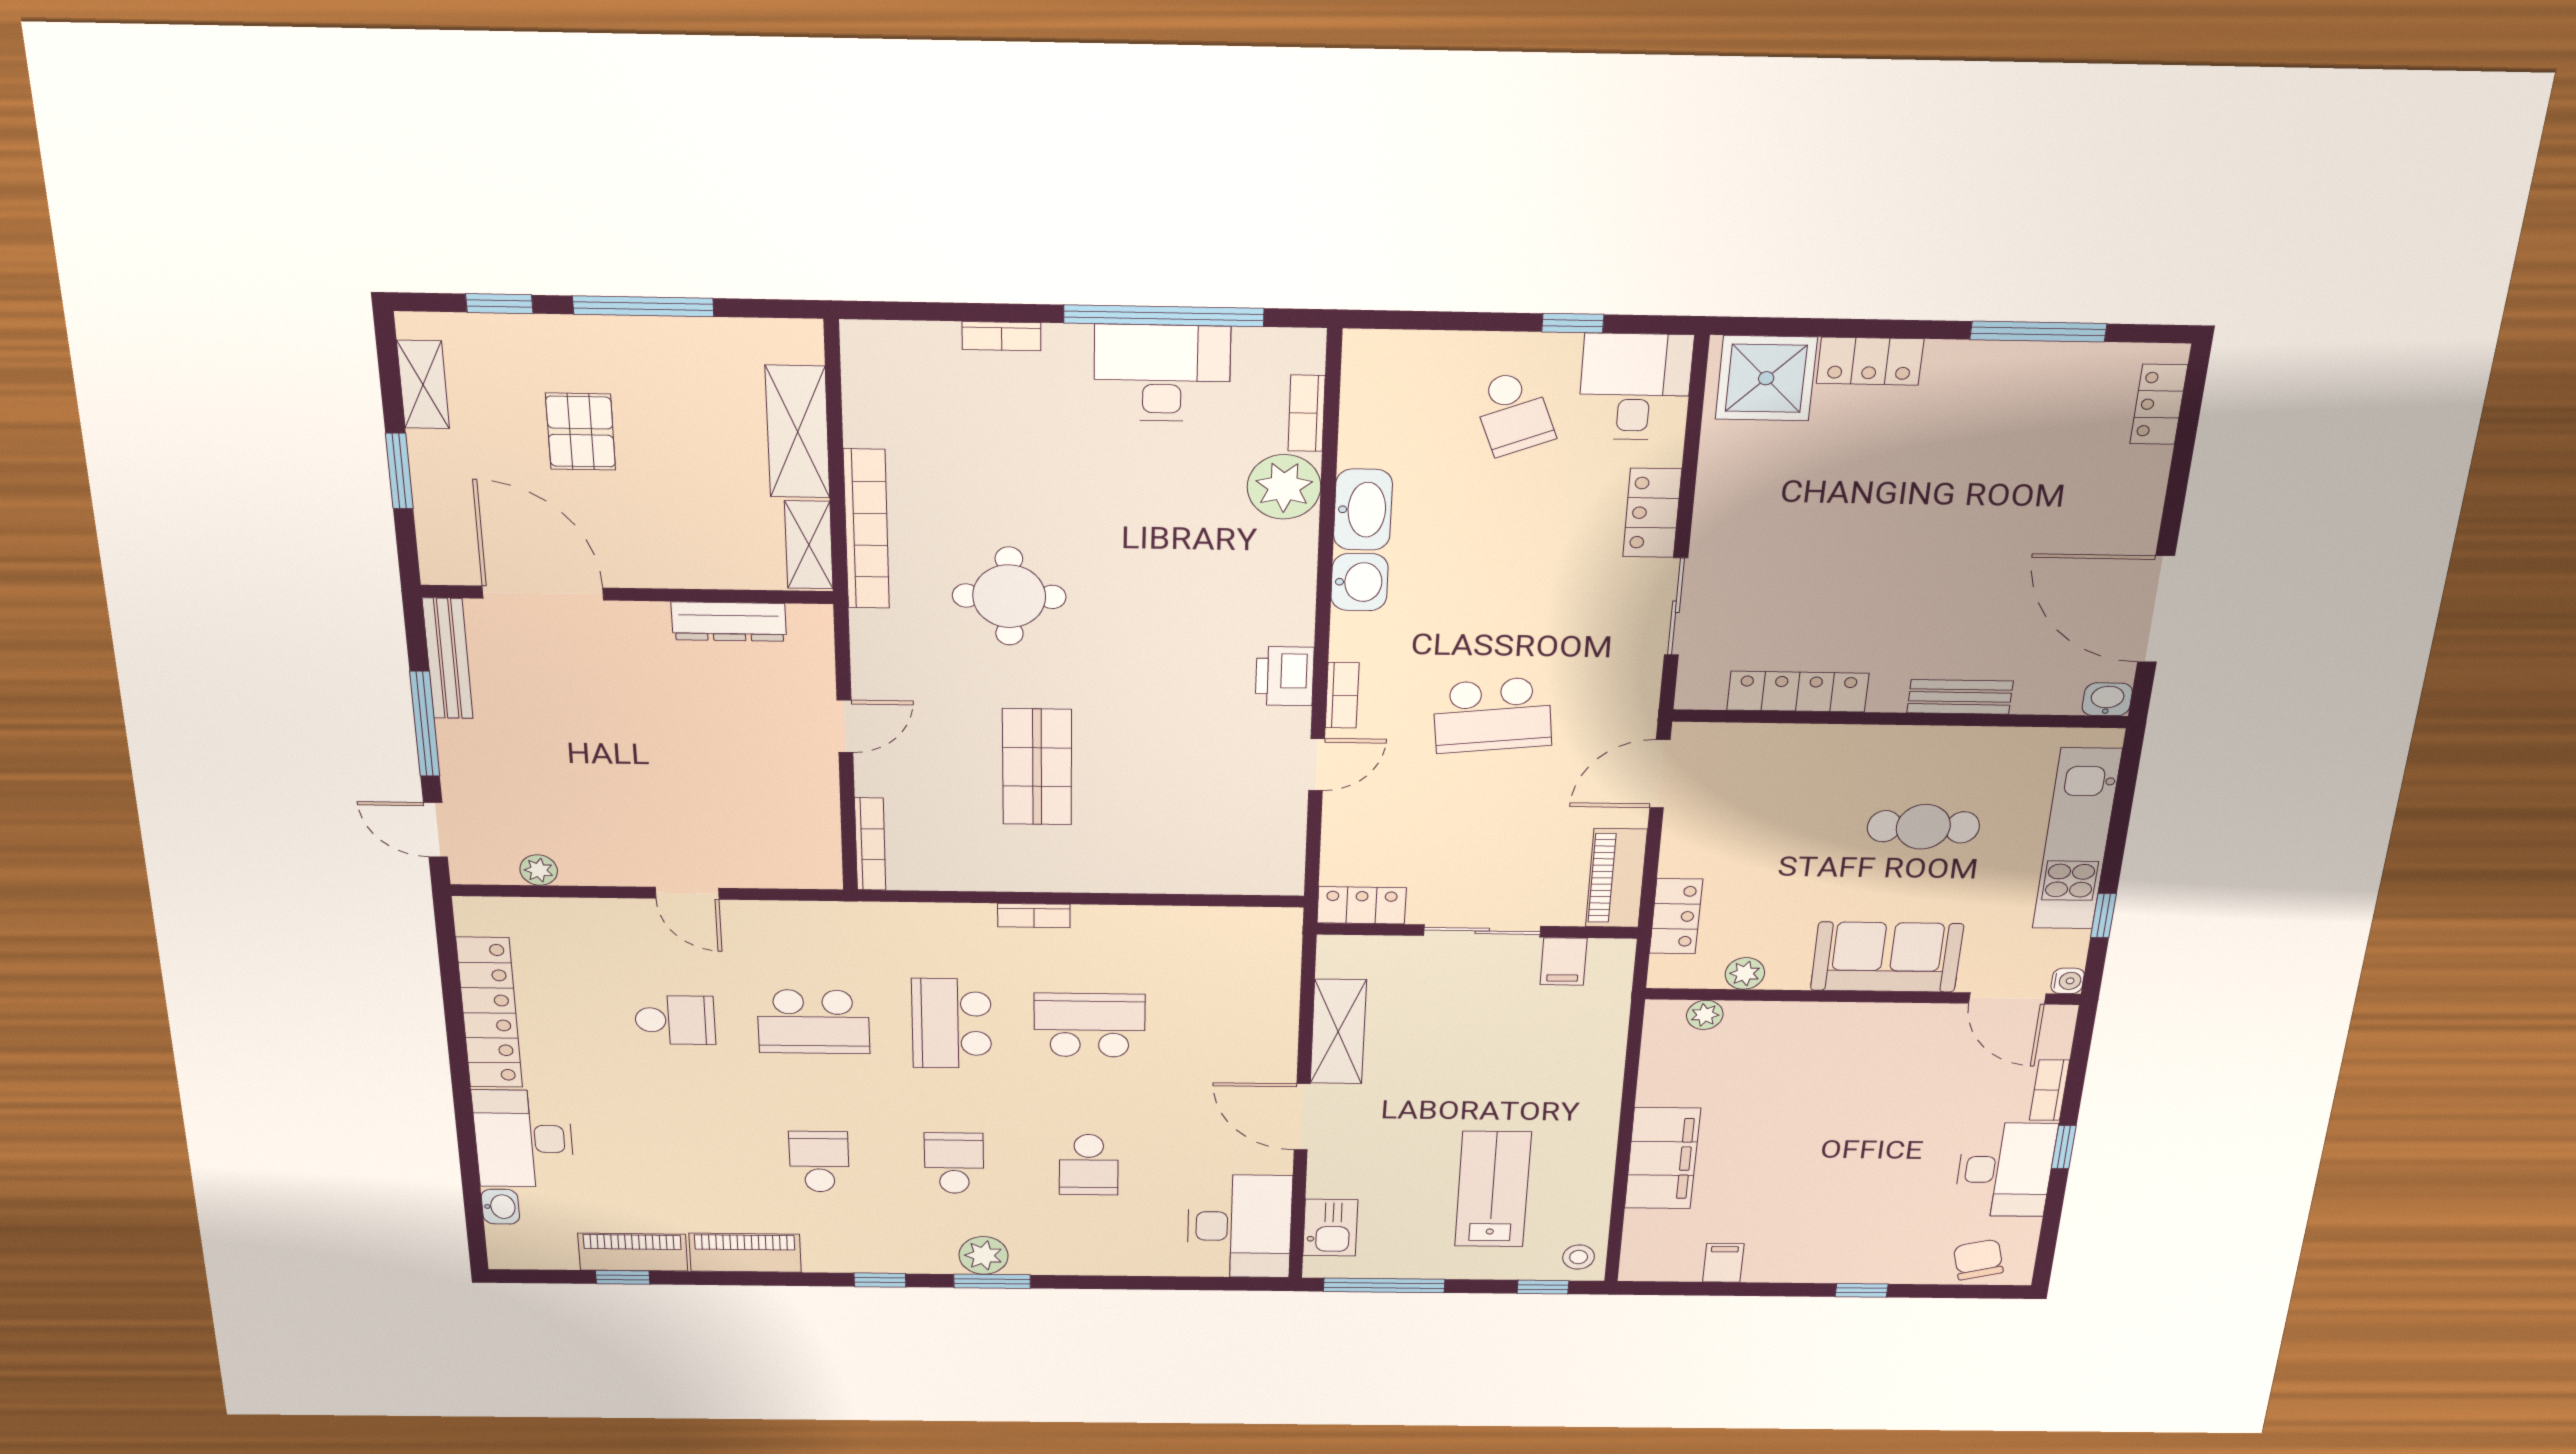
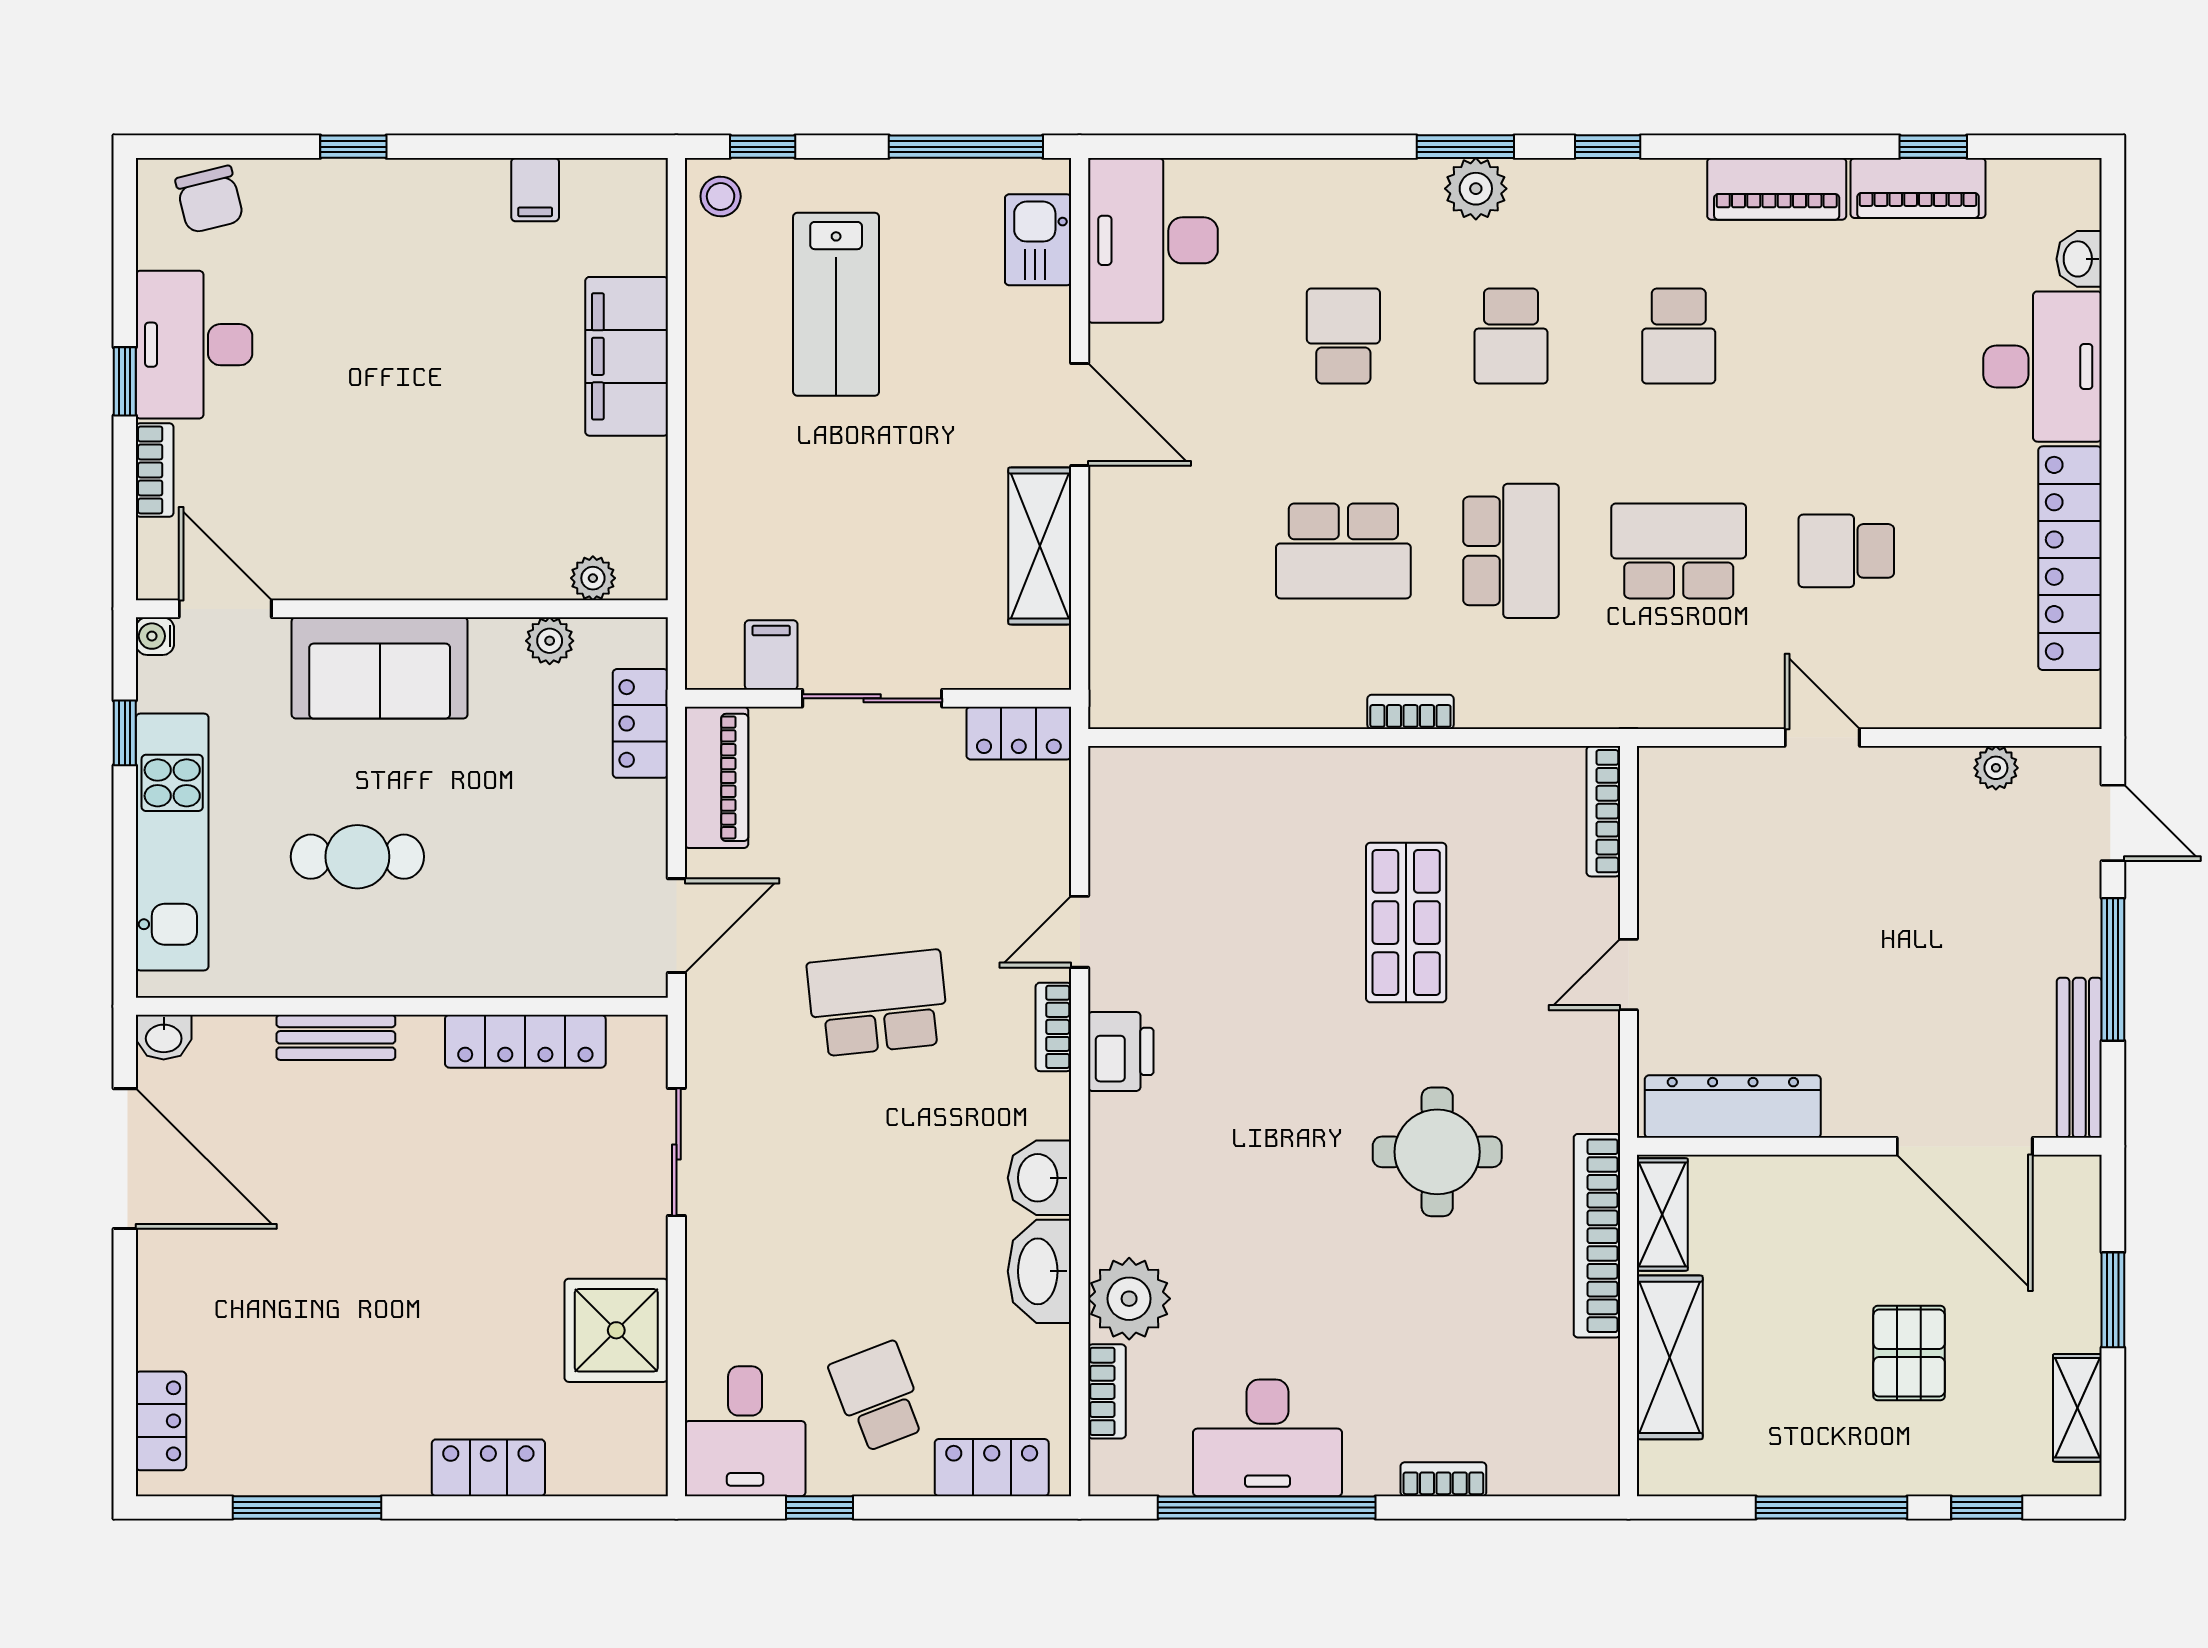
shower: (1766, 378) -> (616, 1330), moved
locker: (1652, 513) -> (992, 1468), moved, turned -90
dresser: (729, 622) -> (1733, 1107), width x1.37, depth x1.24

